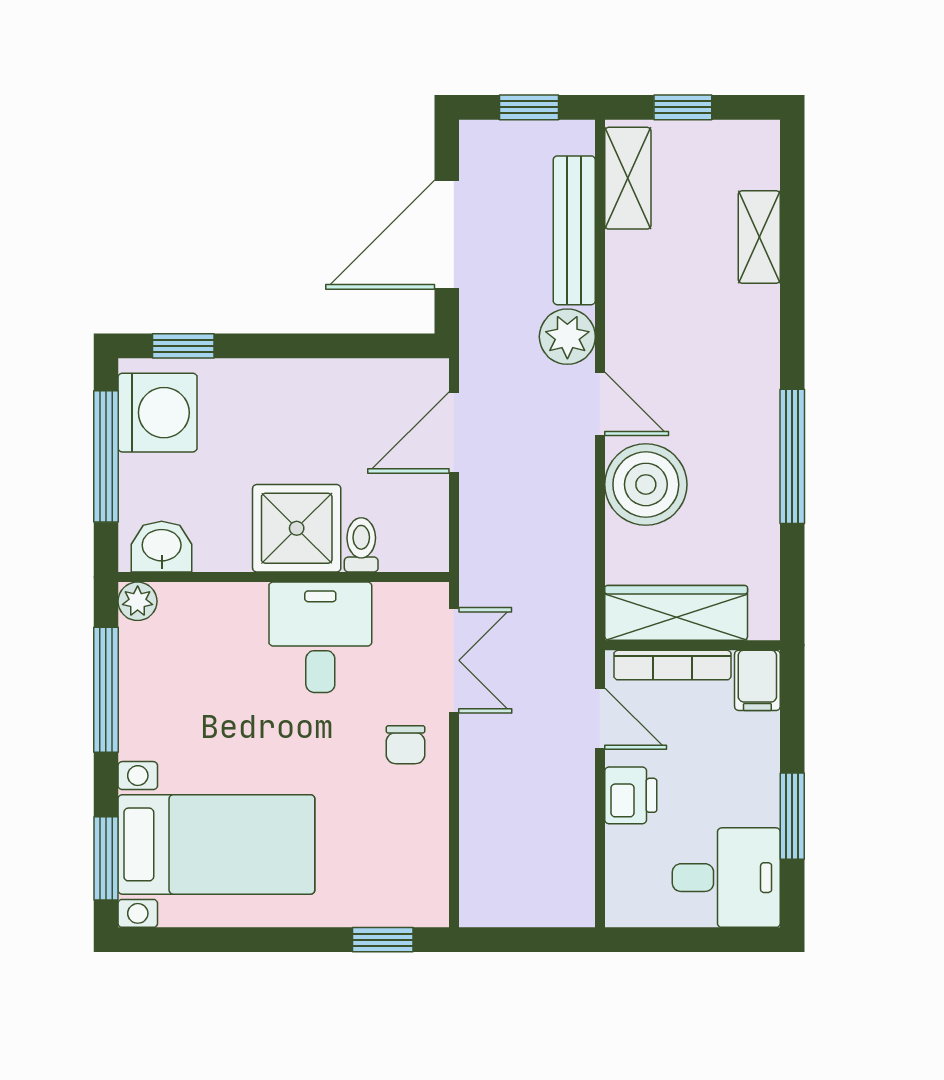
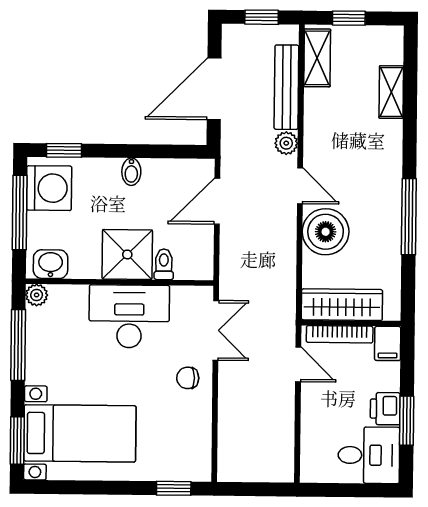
plant: (567, 337) -> (286, 143), width x0.73, depth x0.73
bidet: (302, 382) -> (131, 172), added
desk: (320, 637) -> (129, 316), width x1.37
chair: (406, 745) -> (188, 378), turned 90
printer: (631, 795) -> (385, 409), moved, turned 180

